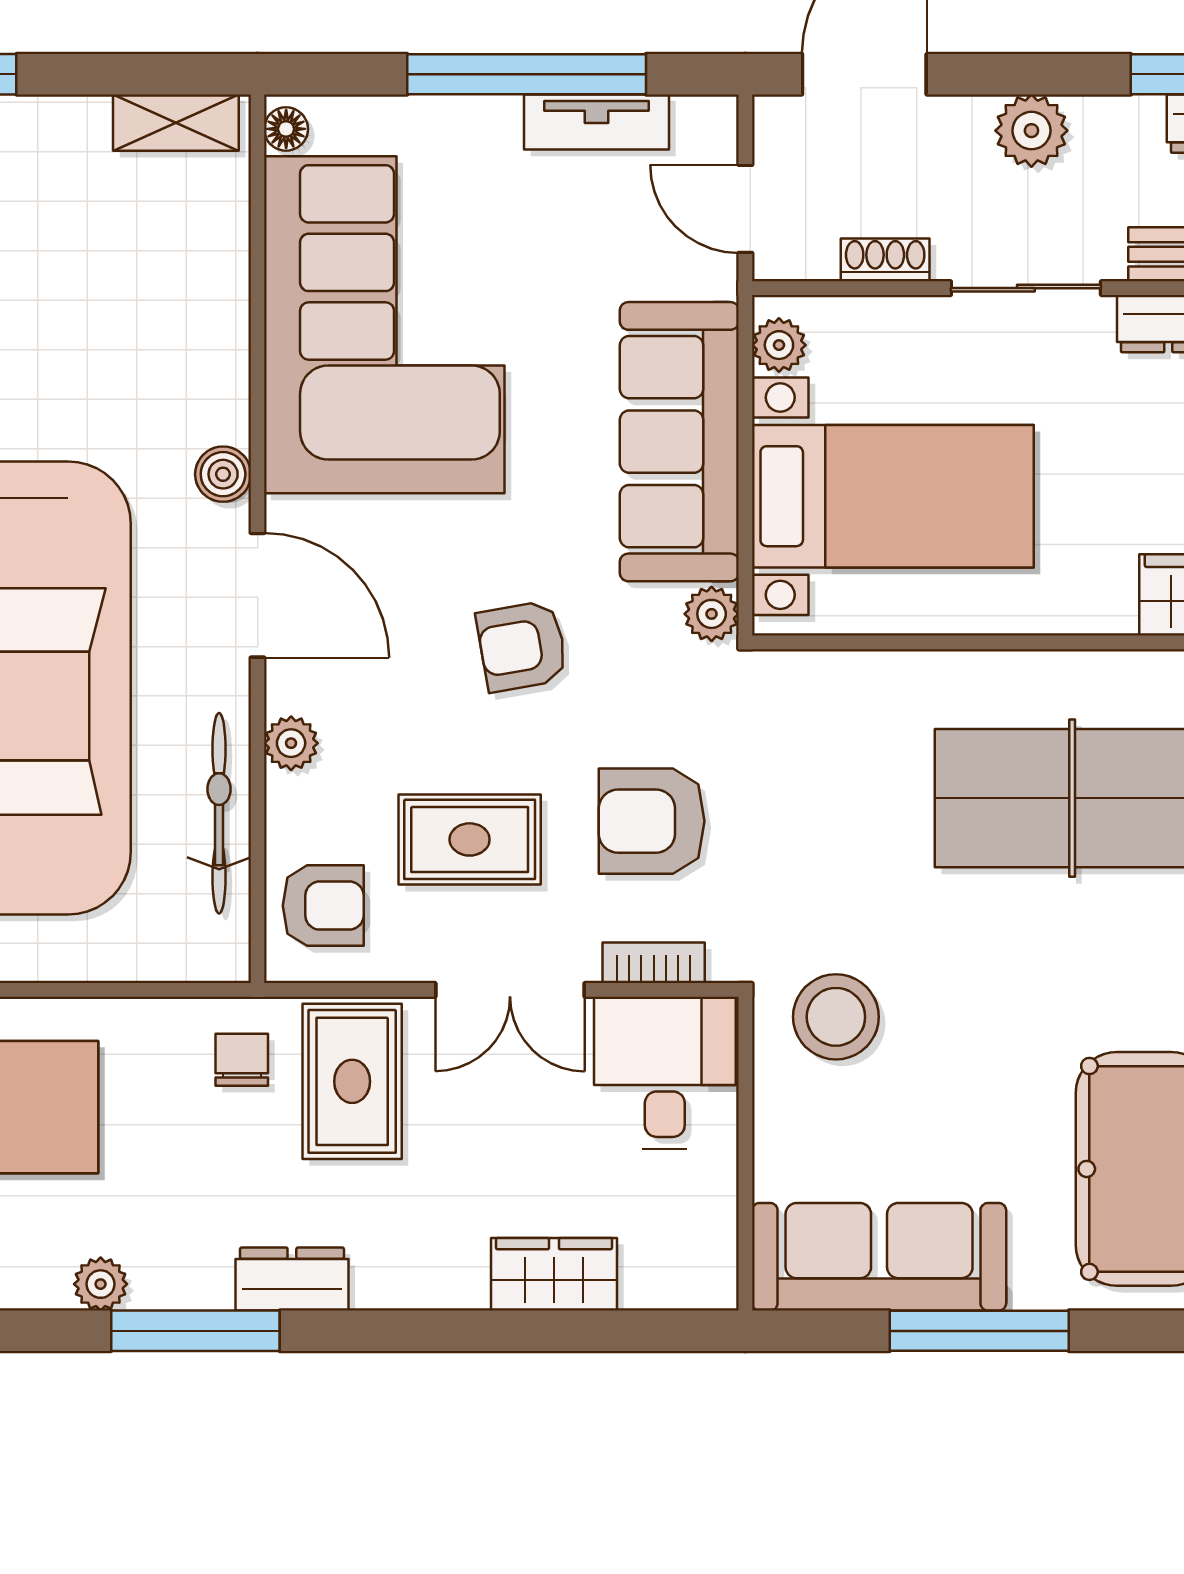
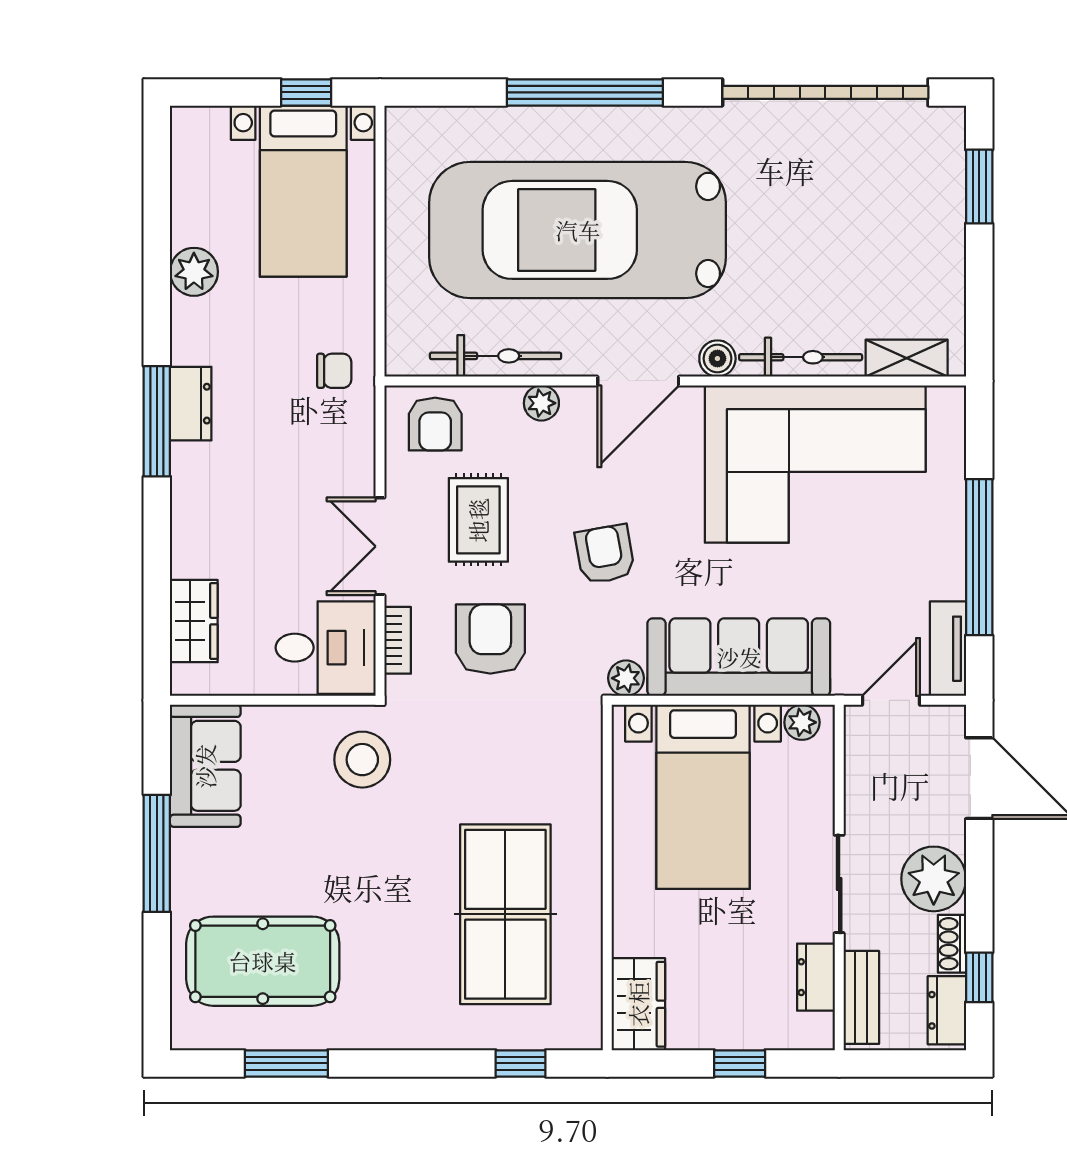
tv unit: (597, 122) -> (948, 649), moved
shelving: (176, 123) -> (907, 358), moved, turned 90
floor lamp: (286, 129) -> (943, 400), removed
plant: (1031, 131) -> (934, 879), width x1.36, depth x1.36
shoe rack: (885, 260) -> (952, 944), moved, turned 180
bicycle: (221, 347) -> (801, 357), added
rug: (352, 1081) -> (320, 443), removed
sofa: (879, 1257) -> (205, 766), width x0.73
wardrobe: (554, 1274) -> (194, 621), moved
plant: (101, 1284) -> (194, 272), width x1.38, depth x1.38
window: (195, 1331) -> (157, 421), moved

